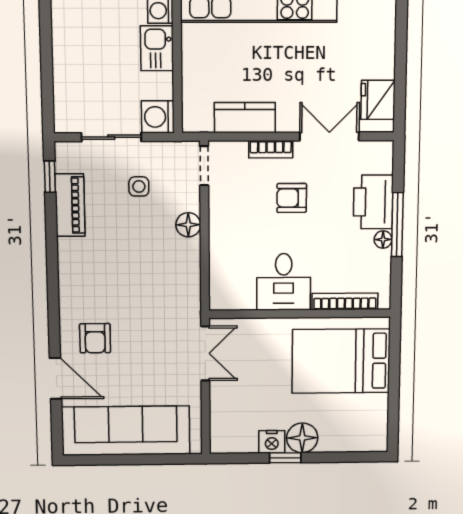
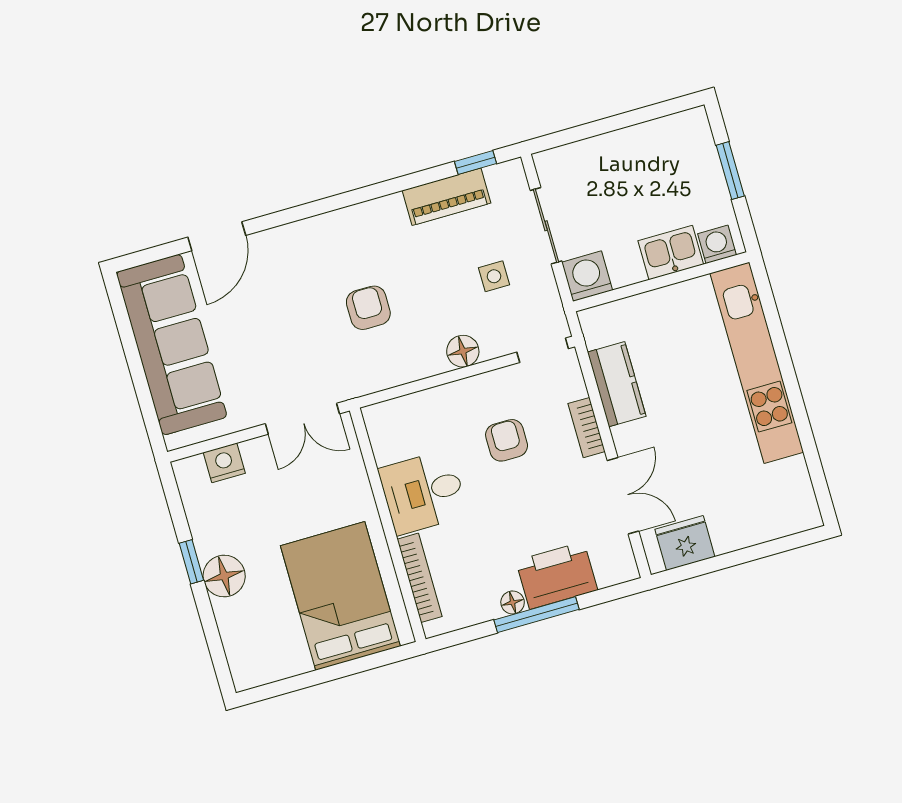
armchair: (292, 198) -> (507, 440), moved
armchair: (95, 338) -> (368, 308), moved, turned 90
nightstand: (272, 442) -> (224, 463), moved, turned 90

